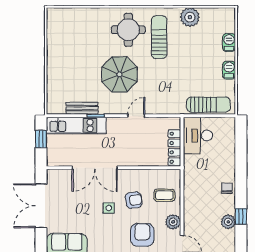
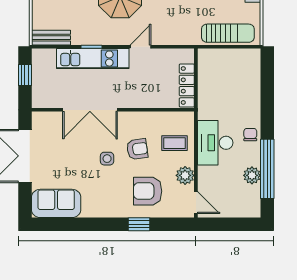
bench: (82, 108) -> (51, 38), moved
kitchen unit: (76, 125) -> (93, 59), moved
desk: (198, 136) -> (215, 143), moved
window: (241, 216) -> (267, 169), width x3.17
armchair: (142, 235) -> (148, 191), turned -90

